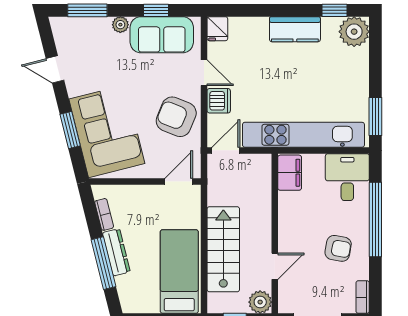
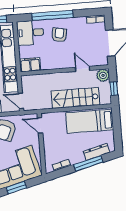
armchair: (338, 248) -> (59, 35), moved
dresser: (116, 252) -> (96, 152), moved

